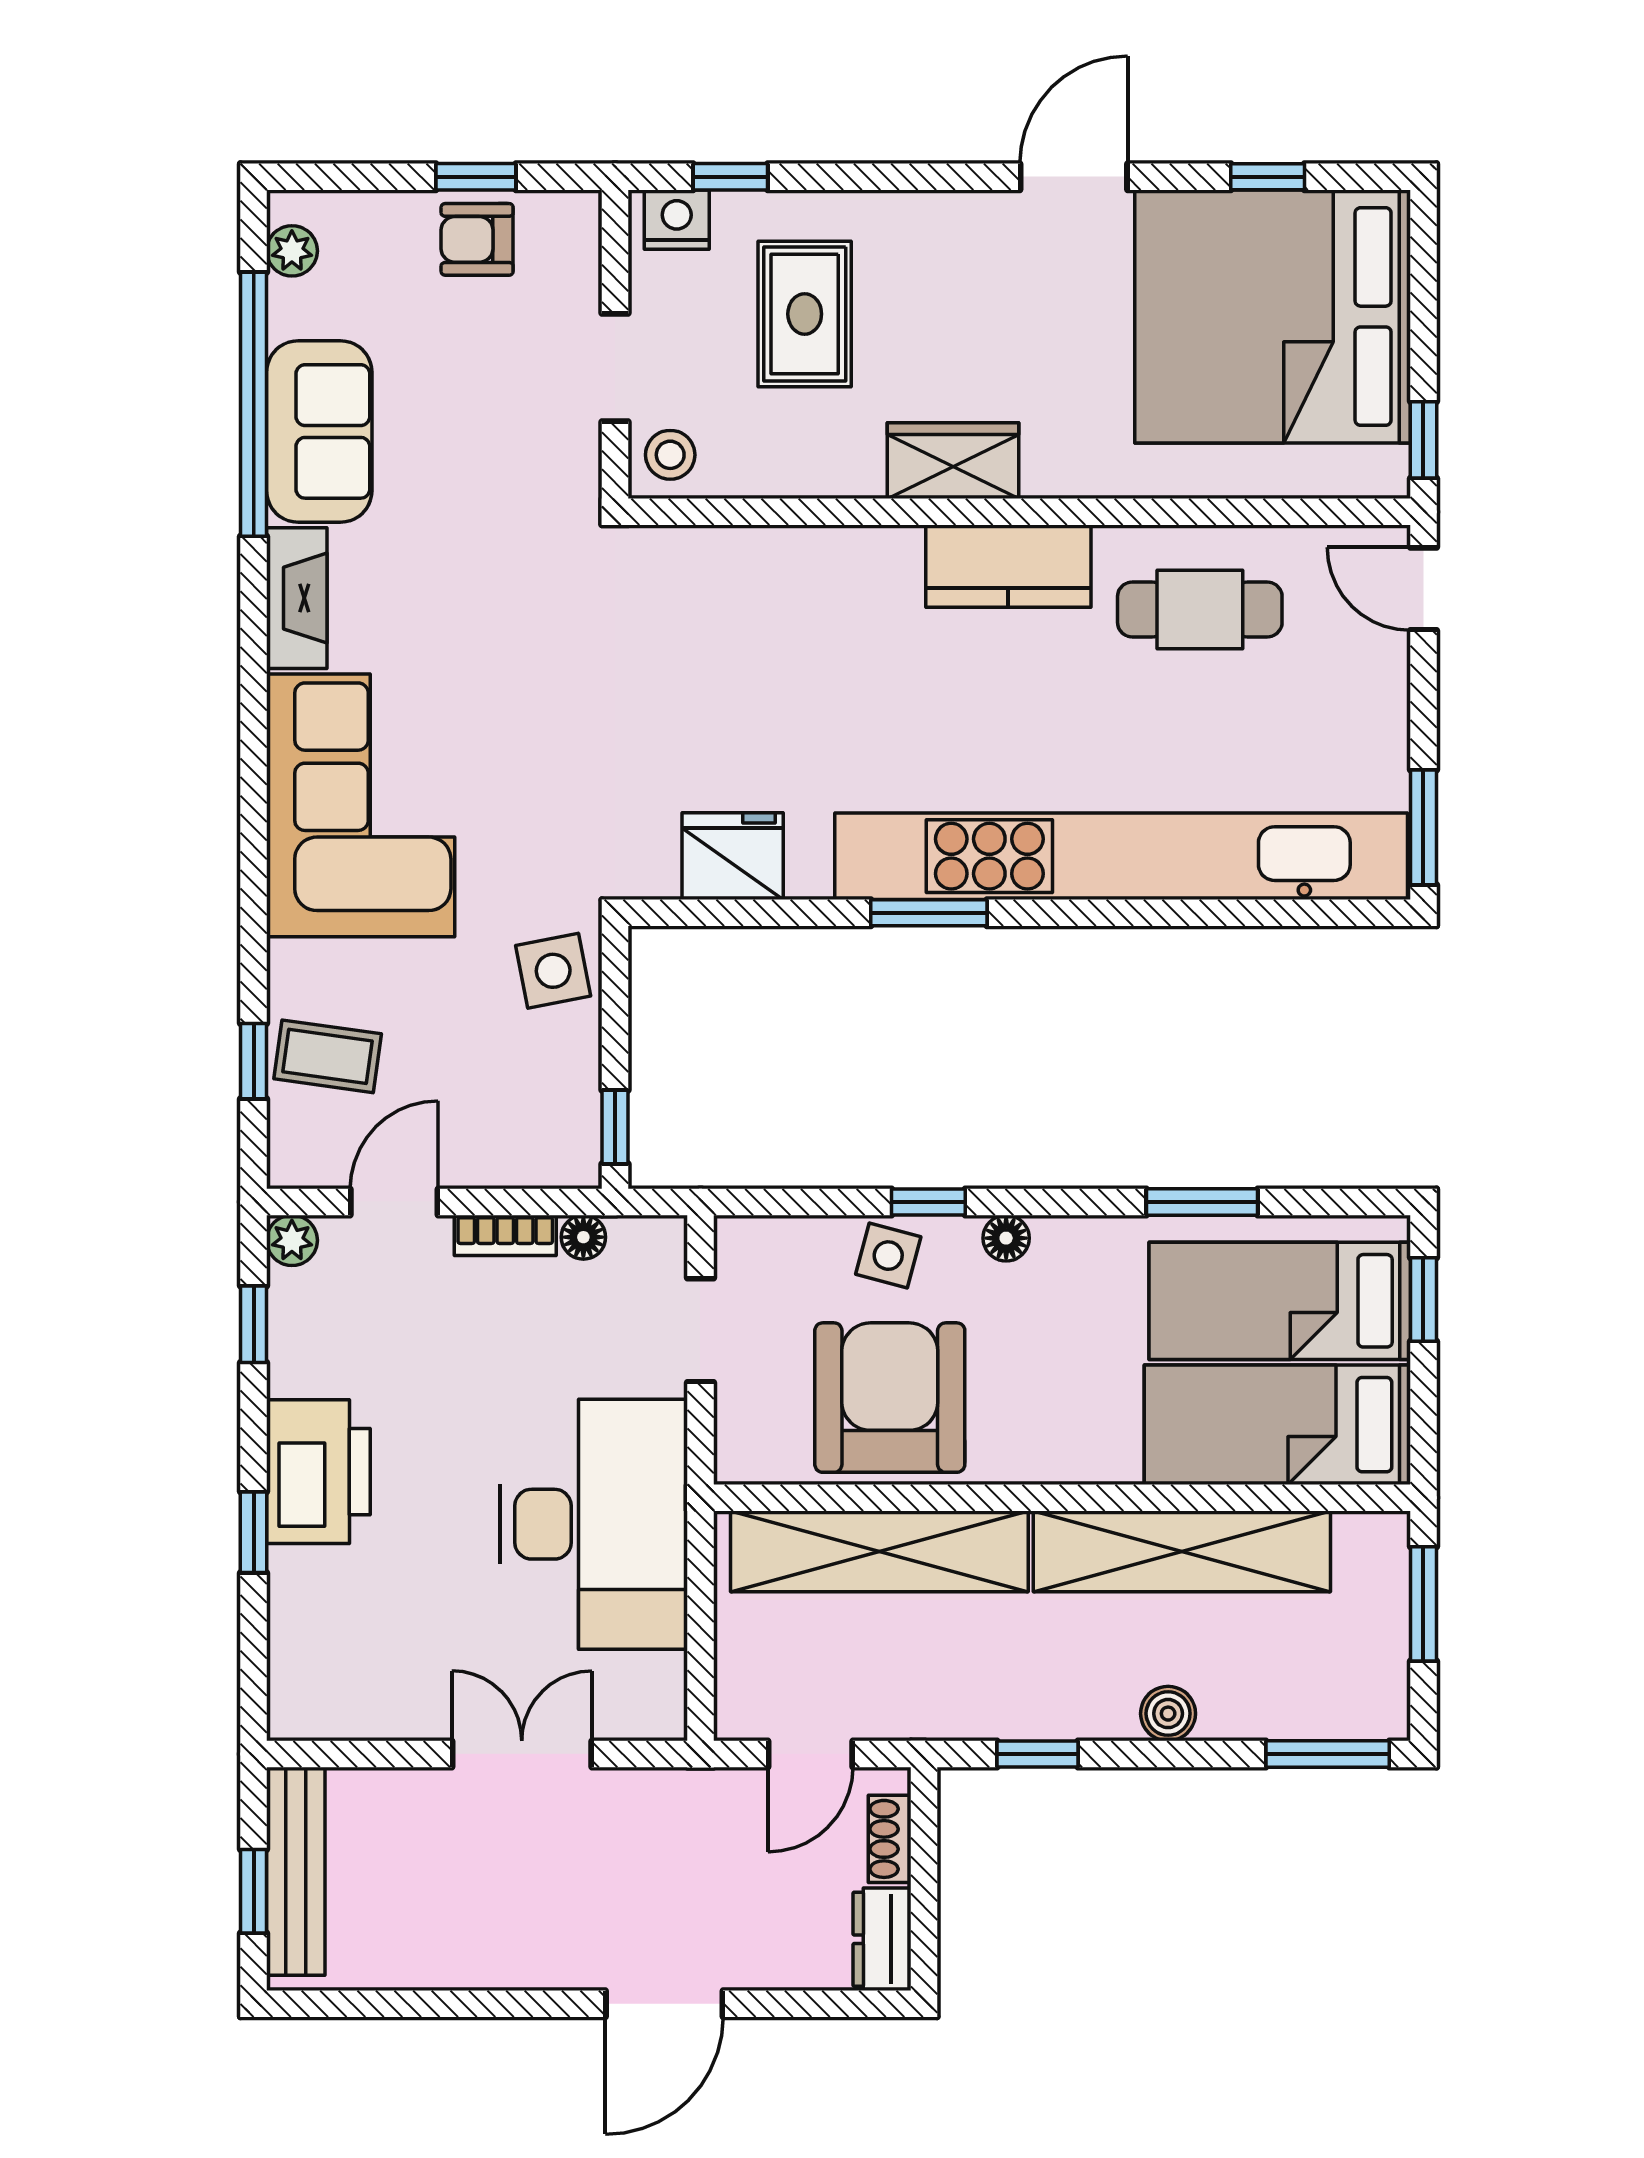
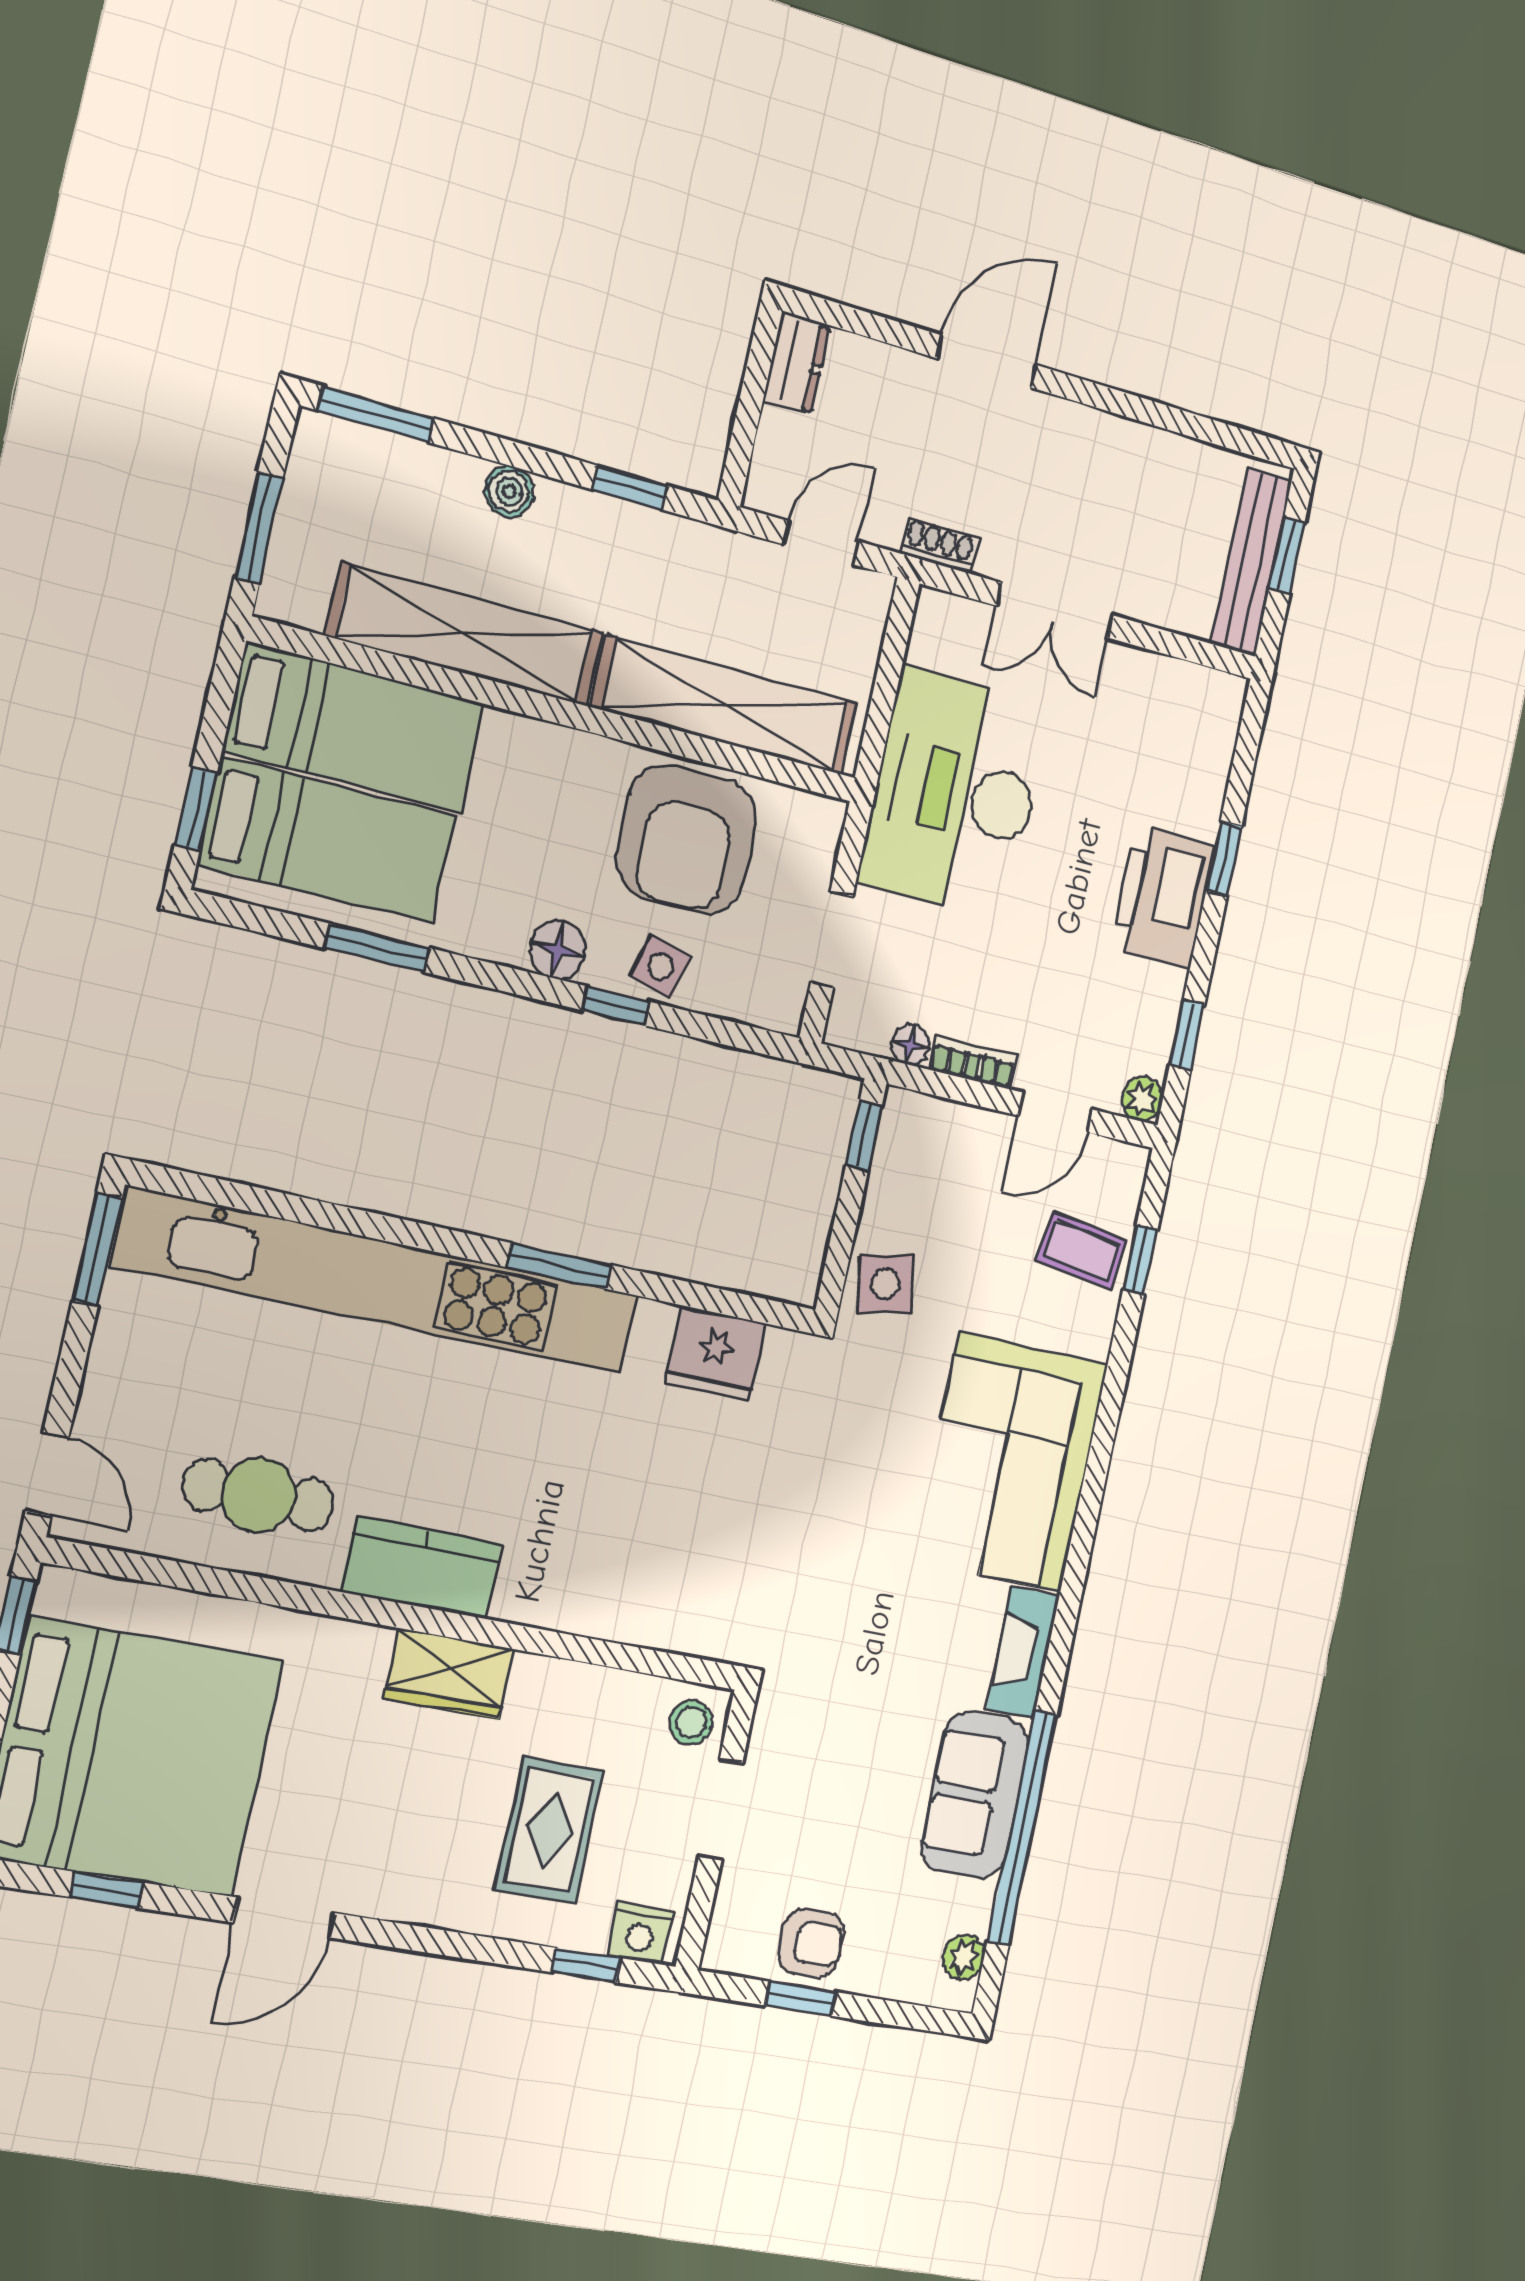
floor lamp: (1006, 1238) -> (558, 949), width x1.37, depth x1.37
shoe rack: (890, 1839) -> (939, 545), moved, turned -90

